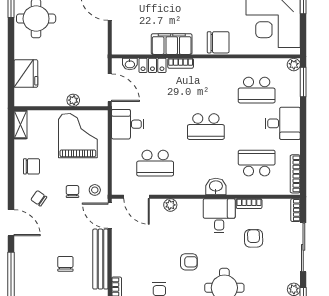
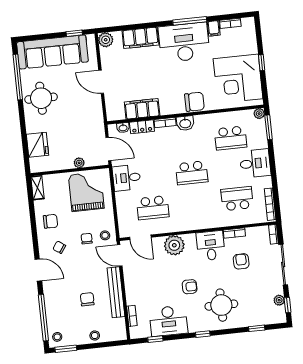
filing cabinet: (172, 44) -> (142, 109), moved
washbasin: (216, 186) -> (185, 123), moved, turned 180
plant: (170, 205) -> (174, 245), width x1.87, depth x1.87

